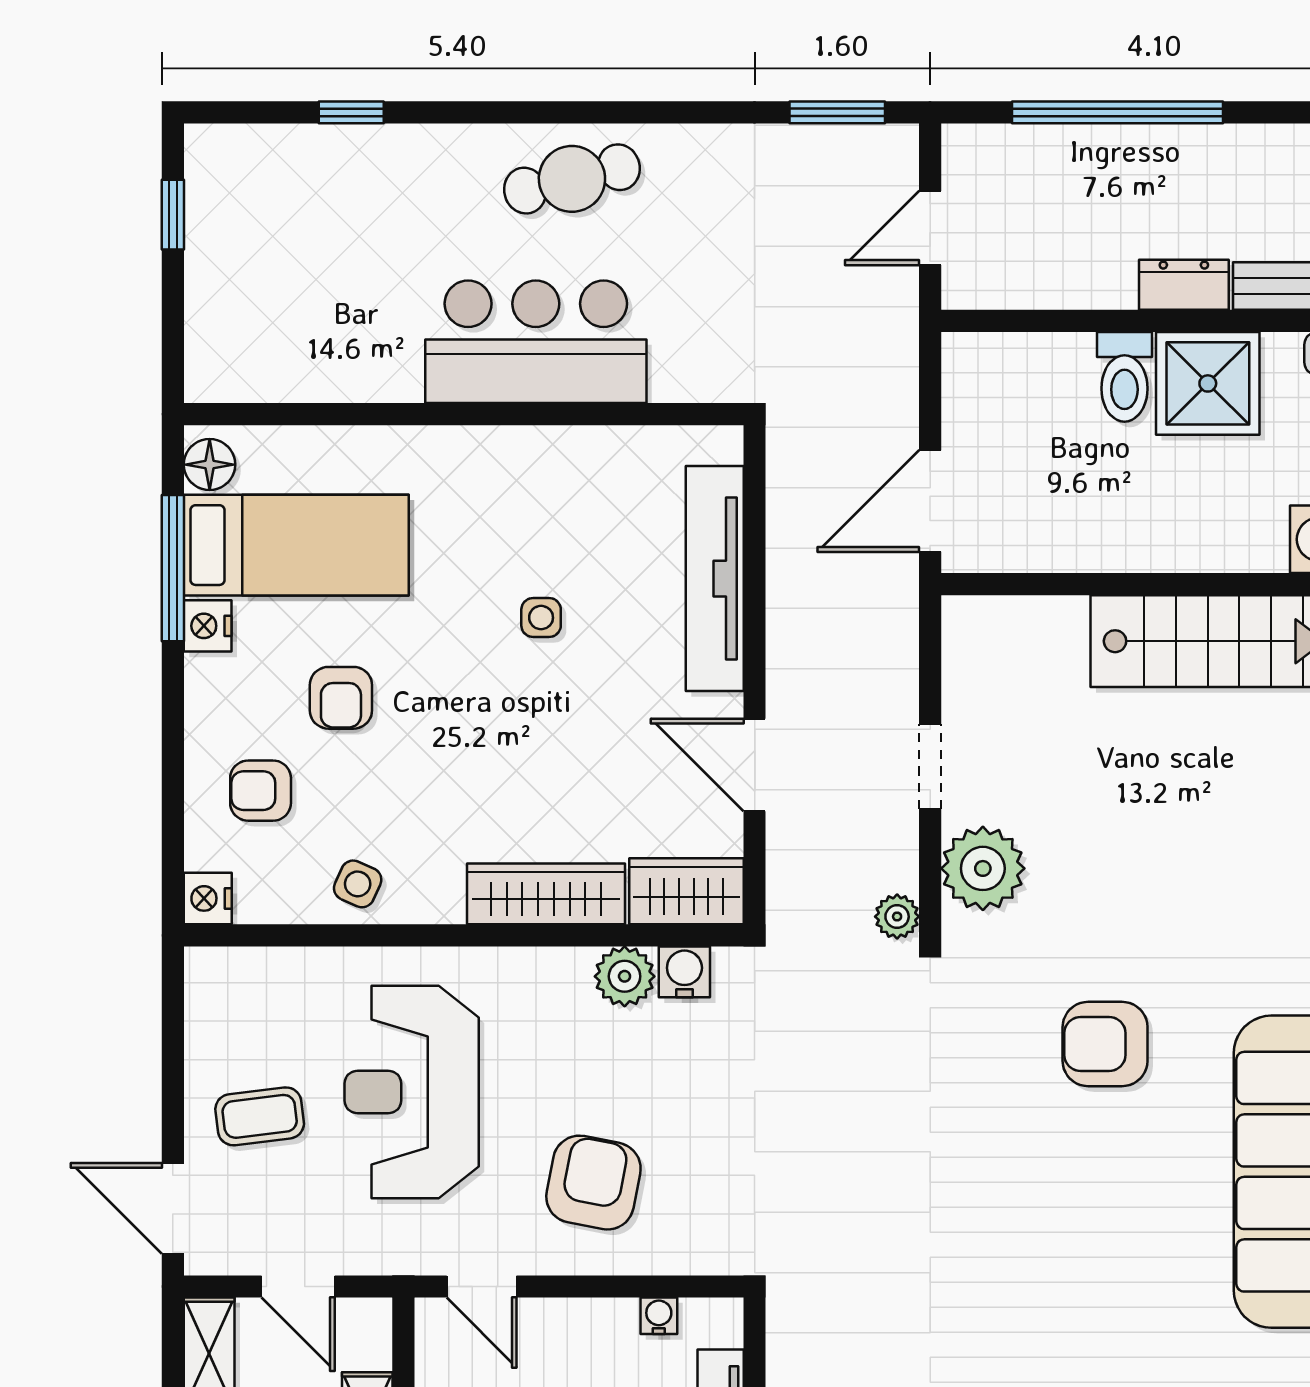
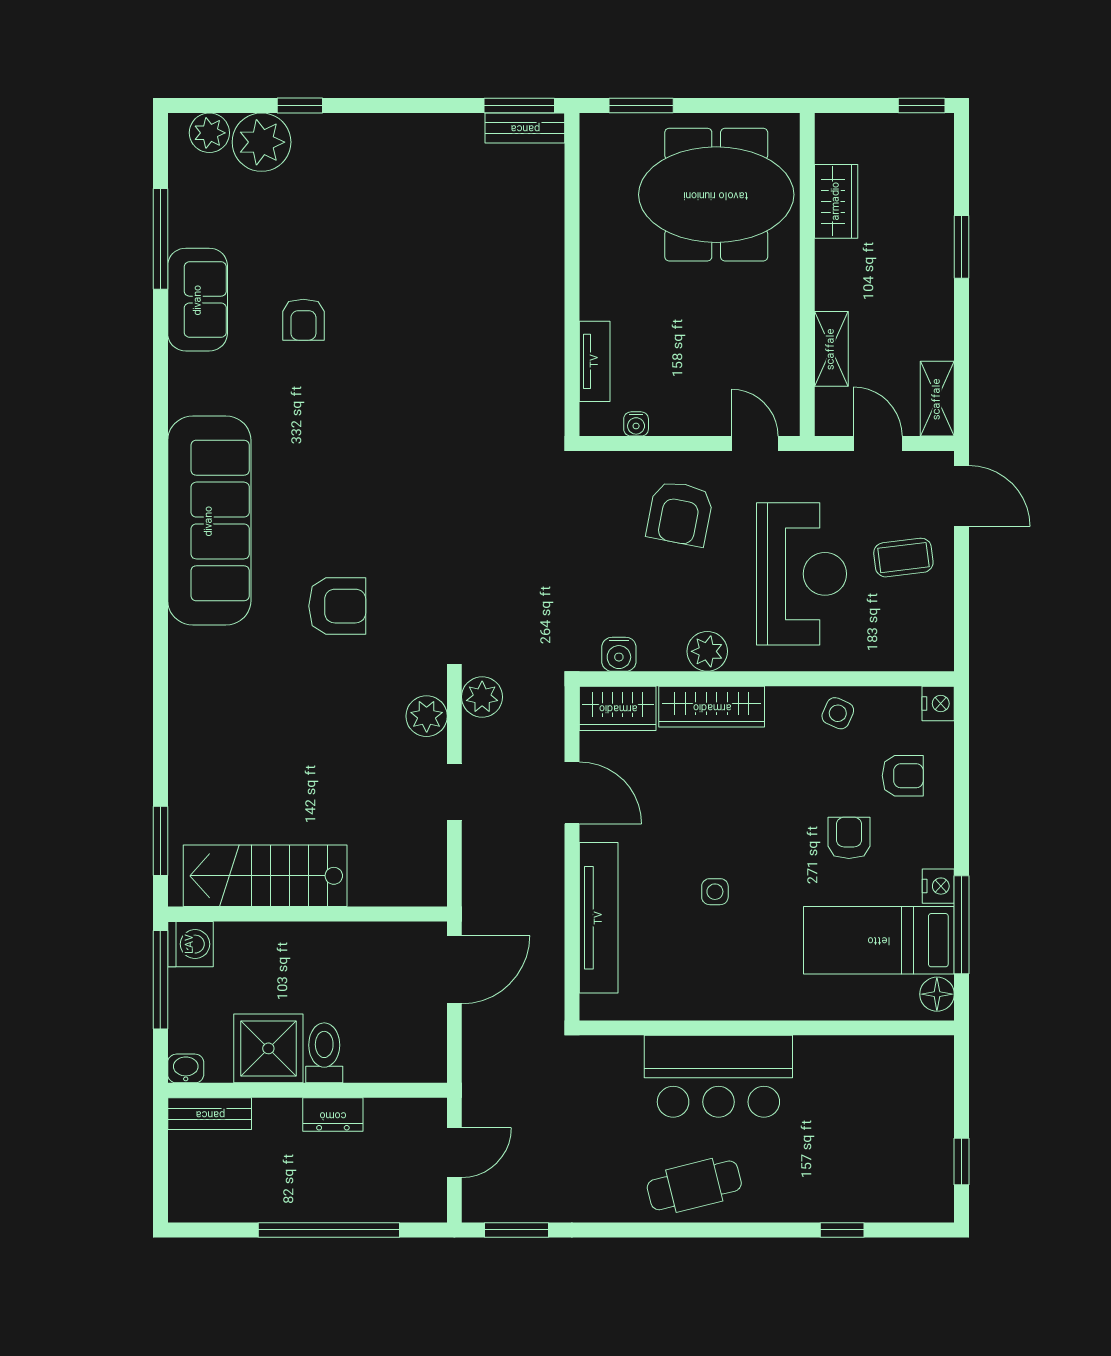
dresser: (1184, 285) -> (333, 1115), moved
plant: (983, 868) -> (427, 716), width x0.73, depth x0.73
plant: (897, 917) -> (482, 697), width x1.38, depth x1.38
plant: (625, 976) -> (707, 651), moved

